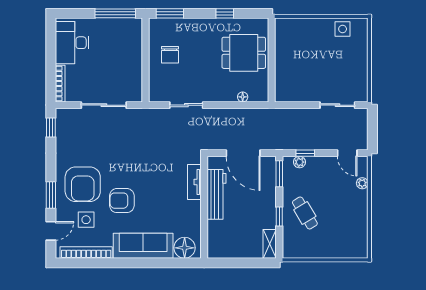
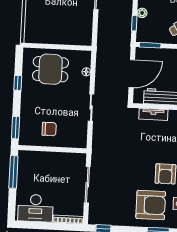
dining table: (244, 53) -> (51, 69), turned 90
sliding door: (186, 105) -> (91, 107), moved
plant: (299, 162) -> (142, 13), moved

